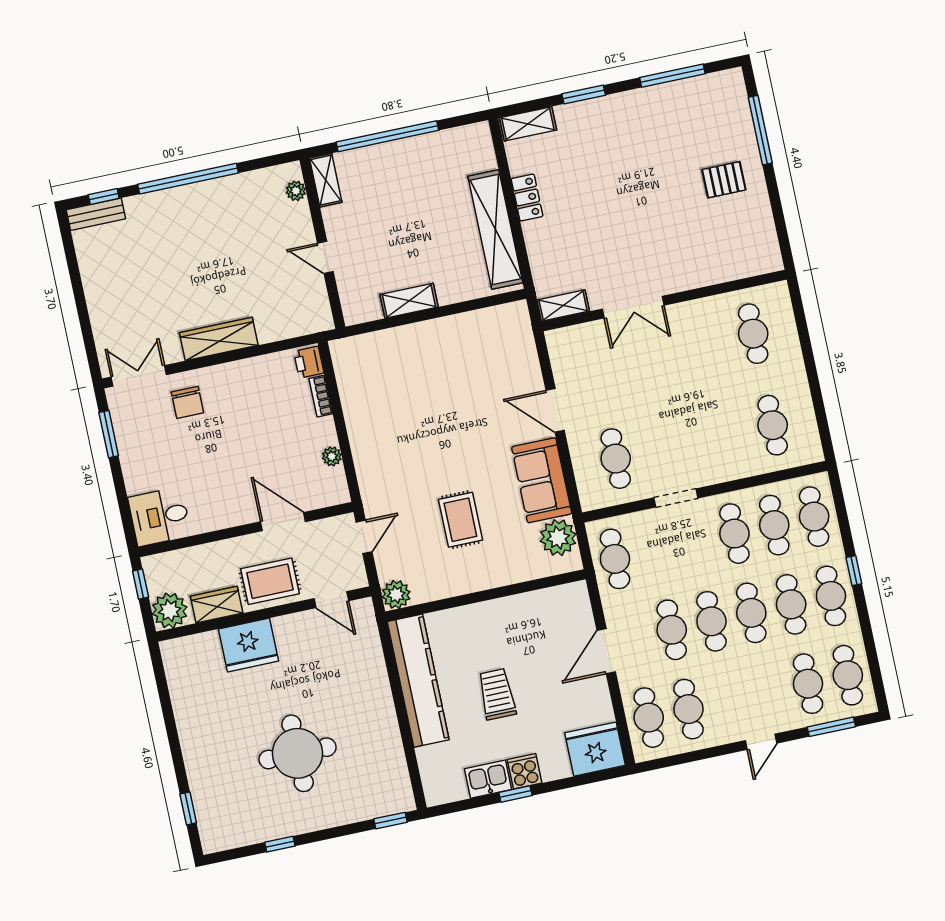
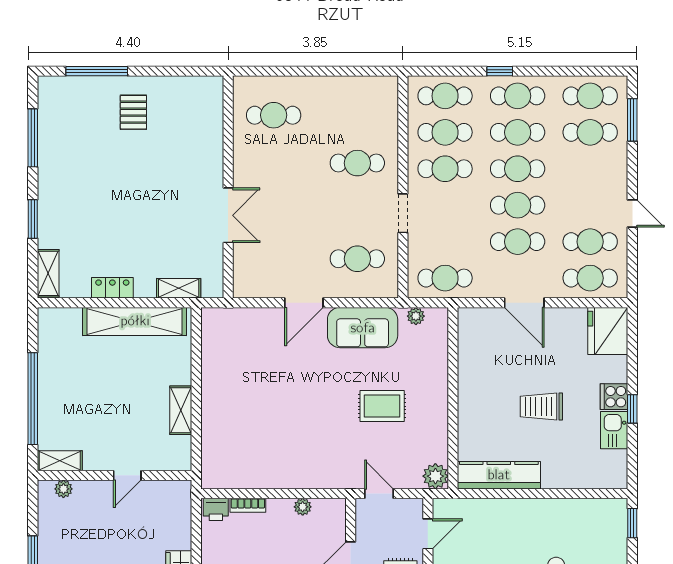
shelving: (563, 306) -> (179, 288), moved, turned 90
cafe table: (773, 425) -> (357, 163), moved
plant: (558, 538) -> (416, 316), width x0.53, depth x0.53
kitchen counter: (418, 681) -> (499, 475), width x0.72, depth x0.86
door: (761, 742) -> (632, 213), moved

